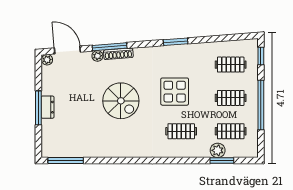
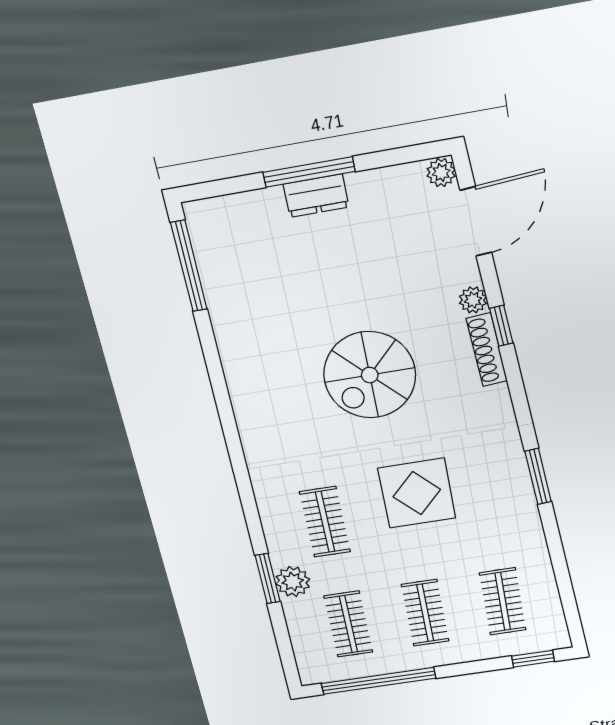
window: (110, 47) -> (501, 326), width x0.46
window: (261, 105) -> (378, 681), moved
plant: (218, 150) -> (293, 582), moved
window: (222, 160) -> (268, 579), moved

